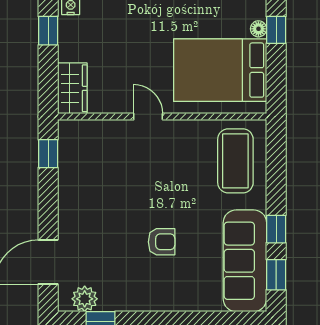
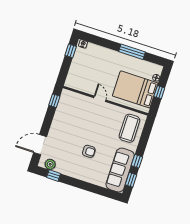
window: (276, 30) -> (159, 92), moved
wardrobe: (72, 88) -> (73, 77), removed

